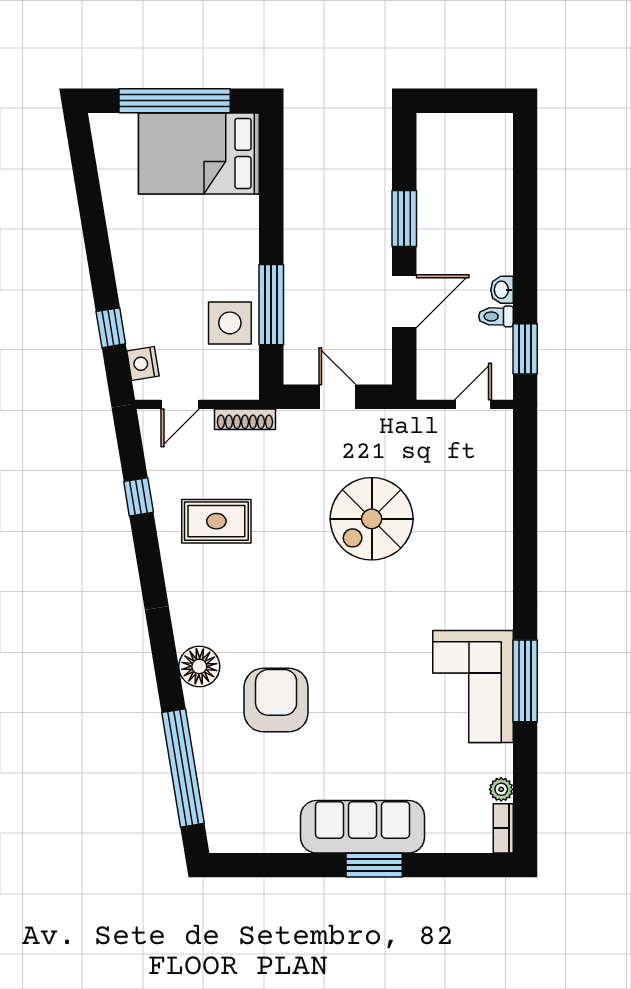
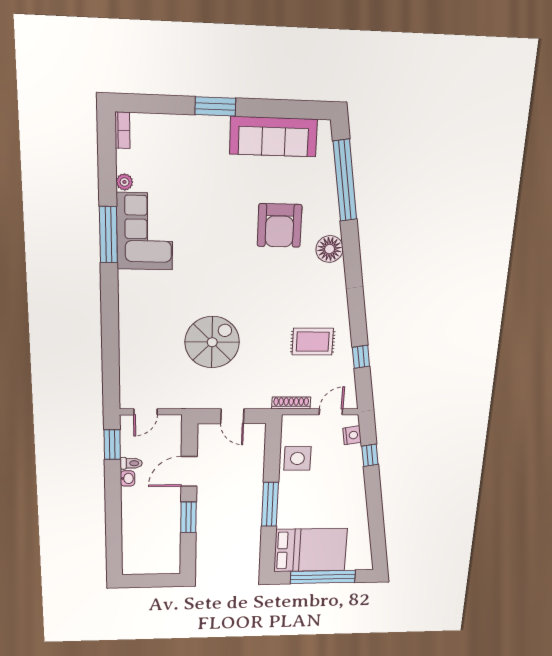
window: (271, 305) -> (270, 504), moved
plant: (501, 789) -> (124, 182), moved
sofa: (363, 827) -> (274, 137), moved

